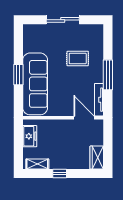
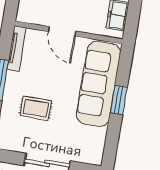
door: (84, 118) -> (62, 31), moved

